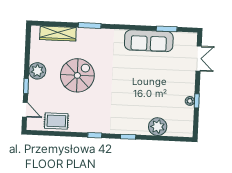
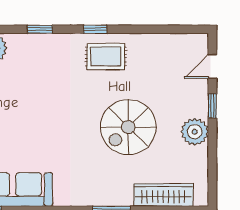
door: (25, 110) -> (212, 66), hinge flipped
rug: (56, 121) -> (106, 56), moved

